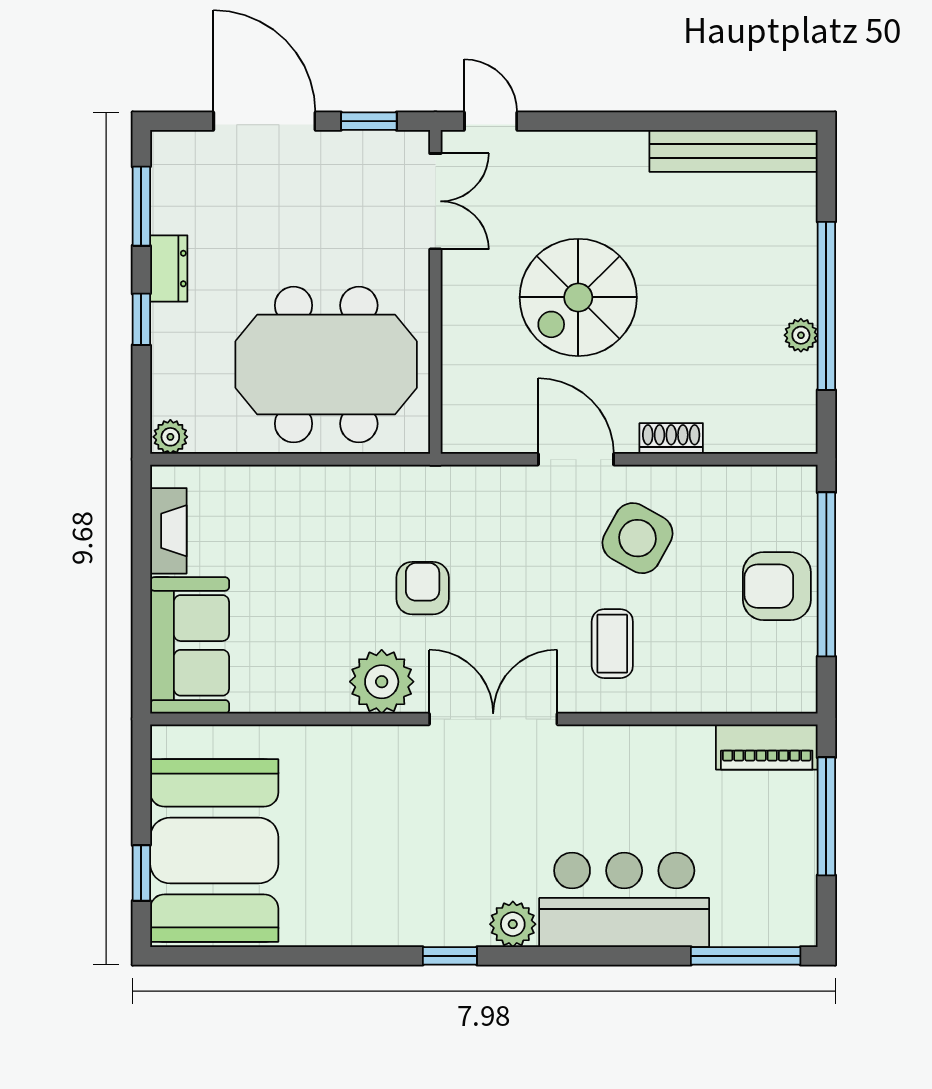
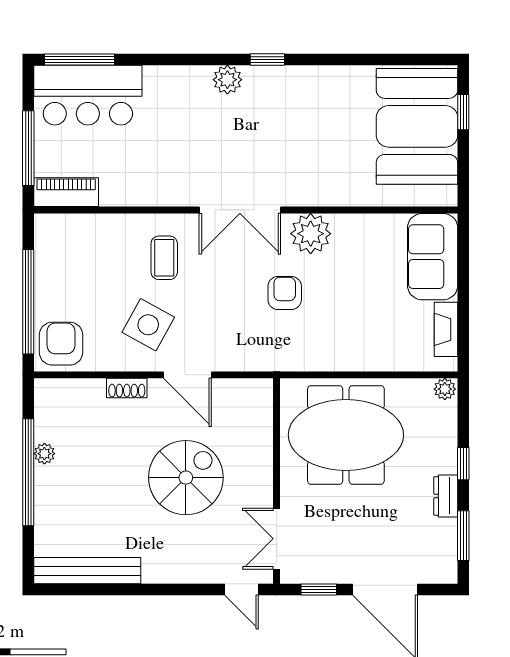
armchair: (777, 586) -> (61, 344), moved, turned -90
armchair: (423, 588) -> (285, 293), turned 180
bar counter: (624, 900) -> (88, 95), moved

